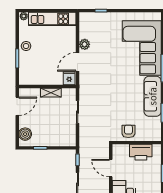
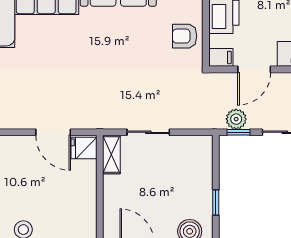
plant: (85, 44) -> (236, 119), moved
shelving: (51, 93) -> (111, 154), moved
filing cabinet: (117, 151) -> (221, 57), added

